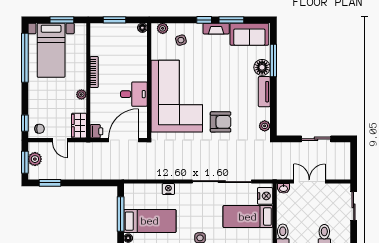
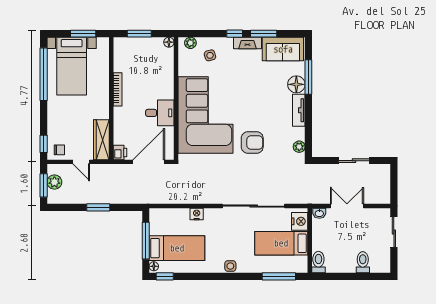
plant: (81, 94) -> (104, 113), removed
wardrobe: (79, 126) -> (101, 140), width x1.50
window: (50, 183) -> (98, 207), moved

